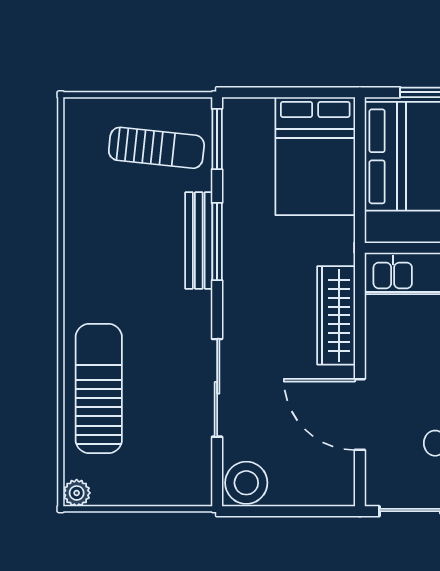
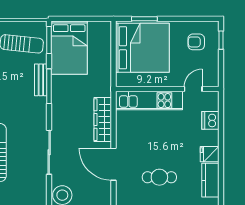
bed: (315, 156) -> (69, 48), moved
bench: (199, 241) -> (41, 80), width x0.73

